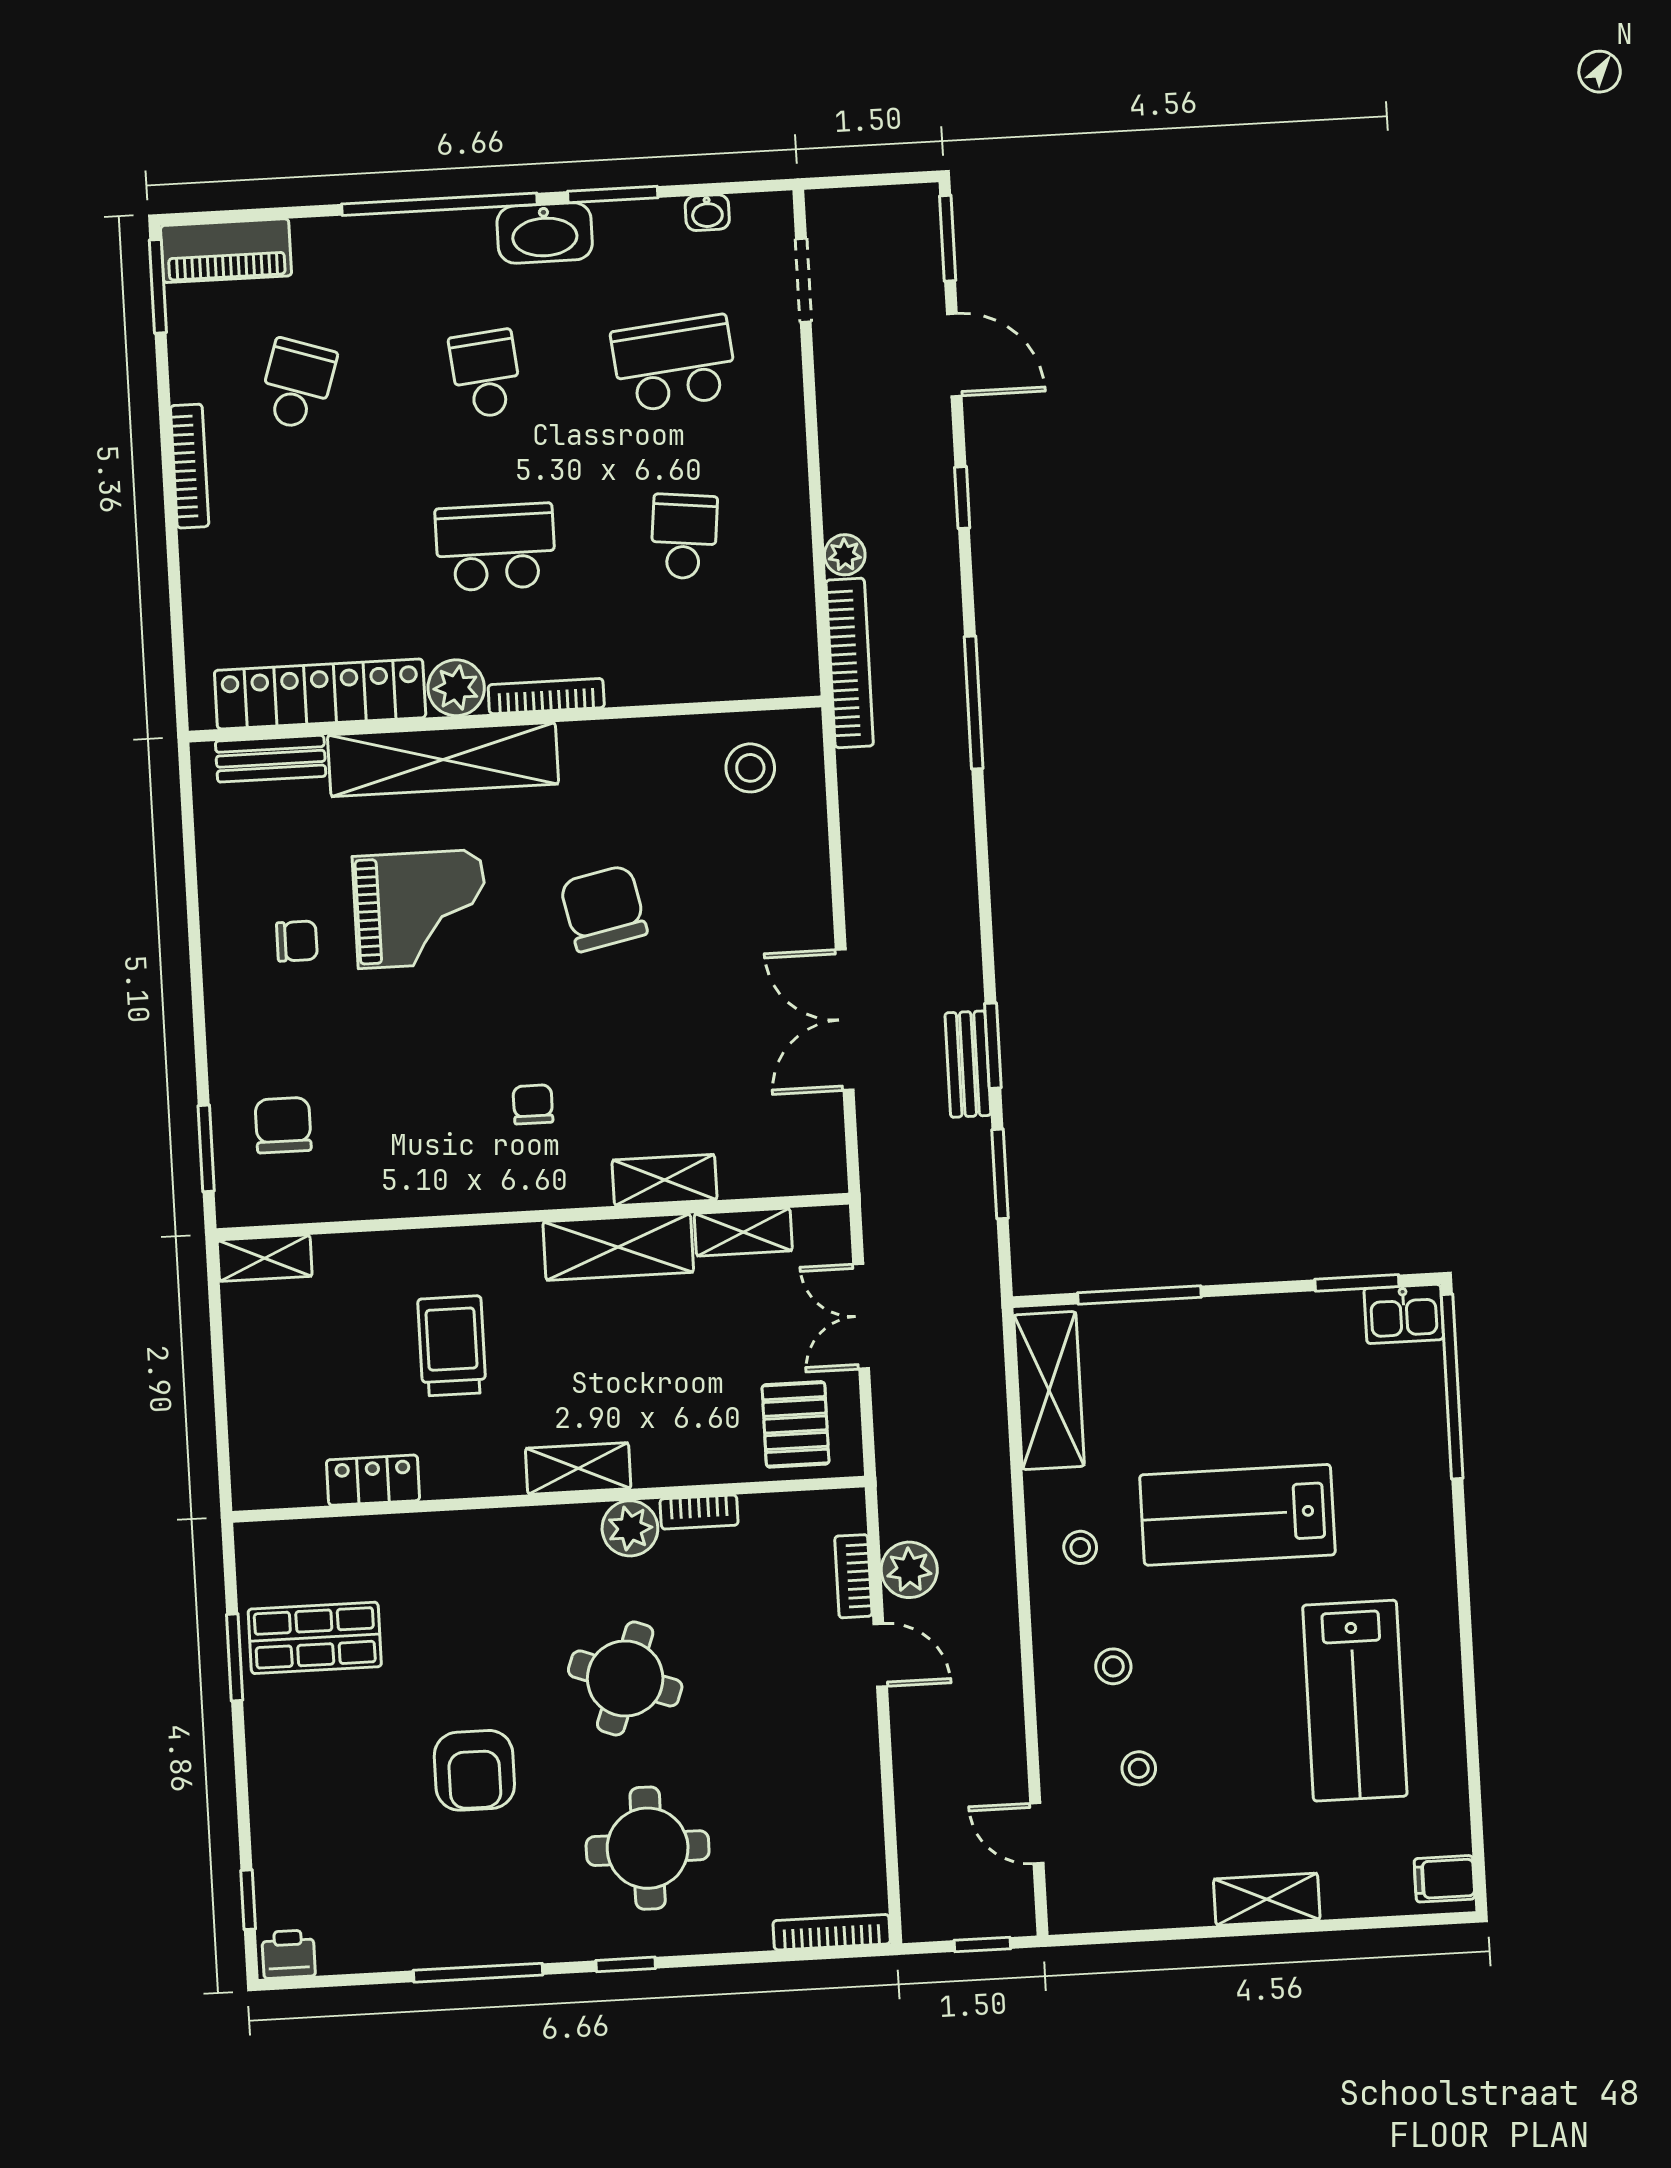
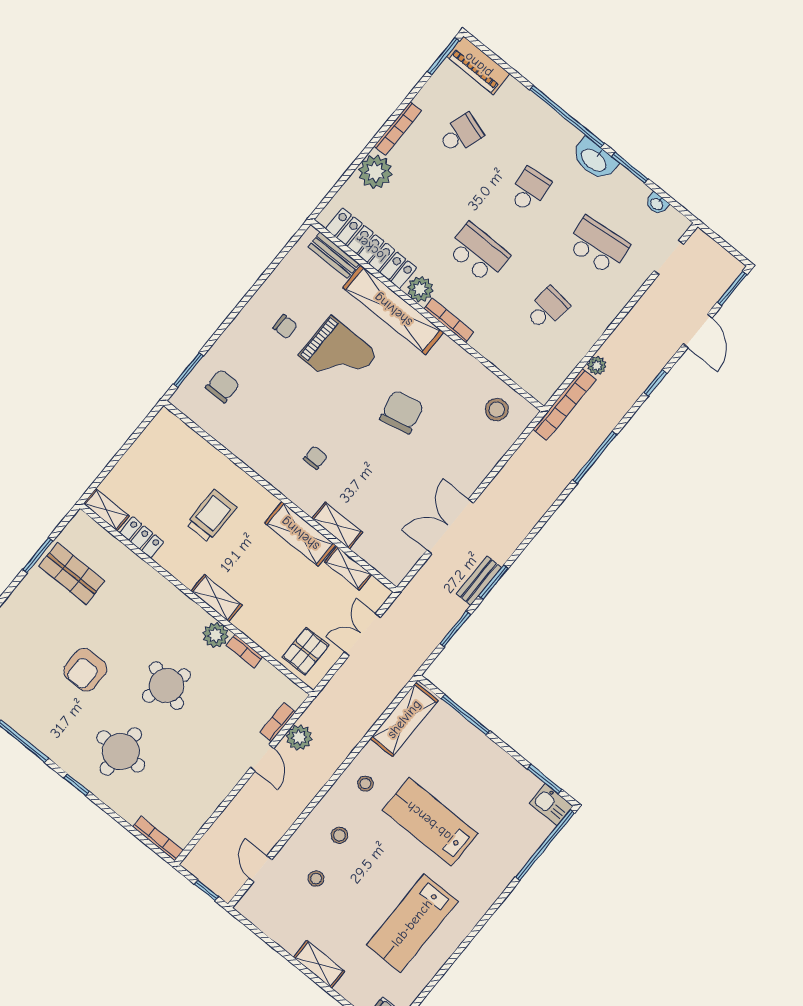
plant: (217, 567) -> (375, 172), added
shelving: (265, 1258) -> (106, 510), moved

